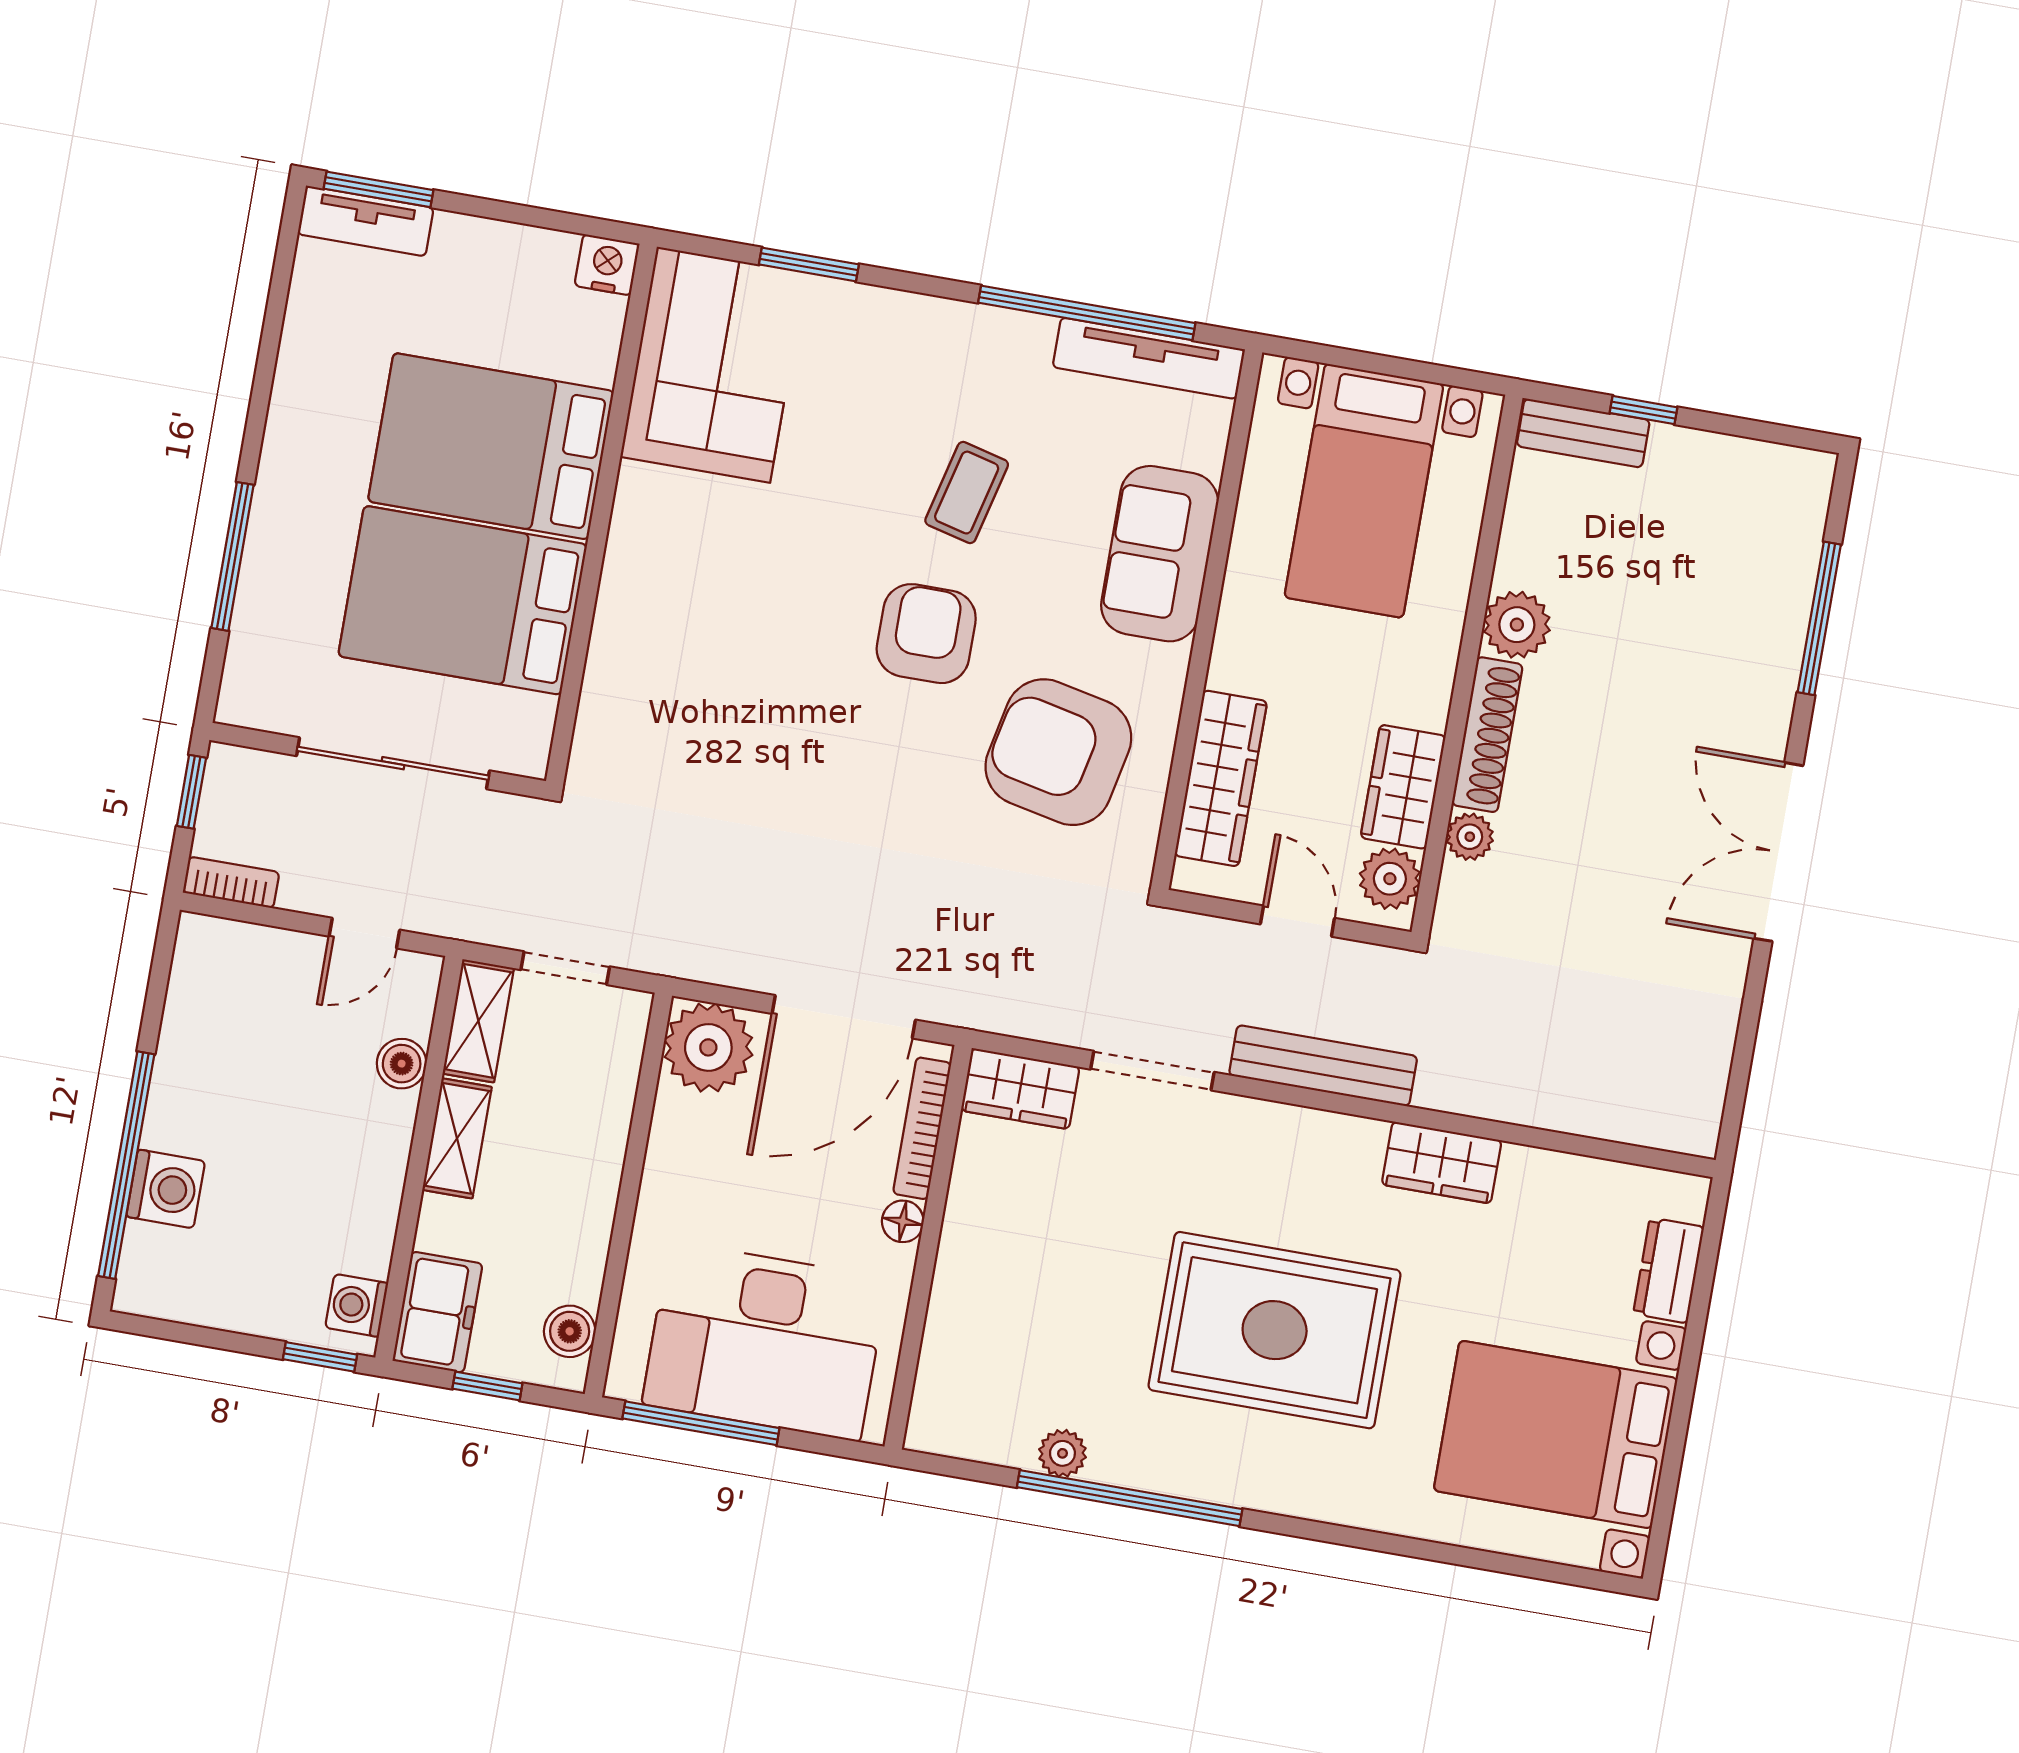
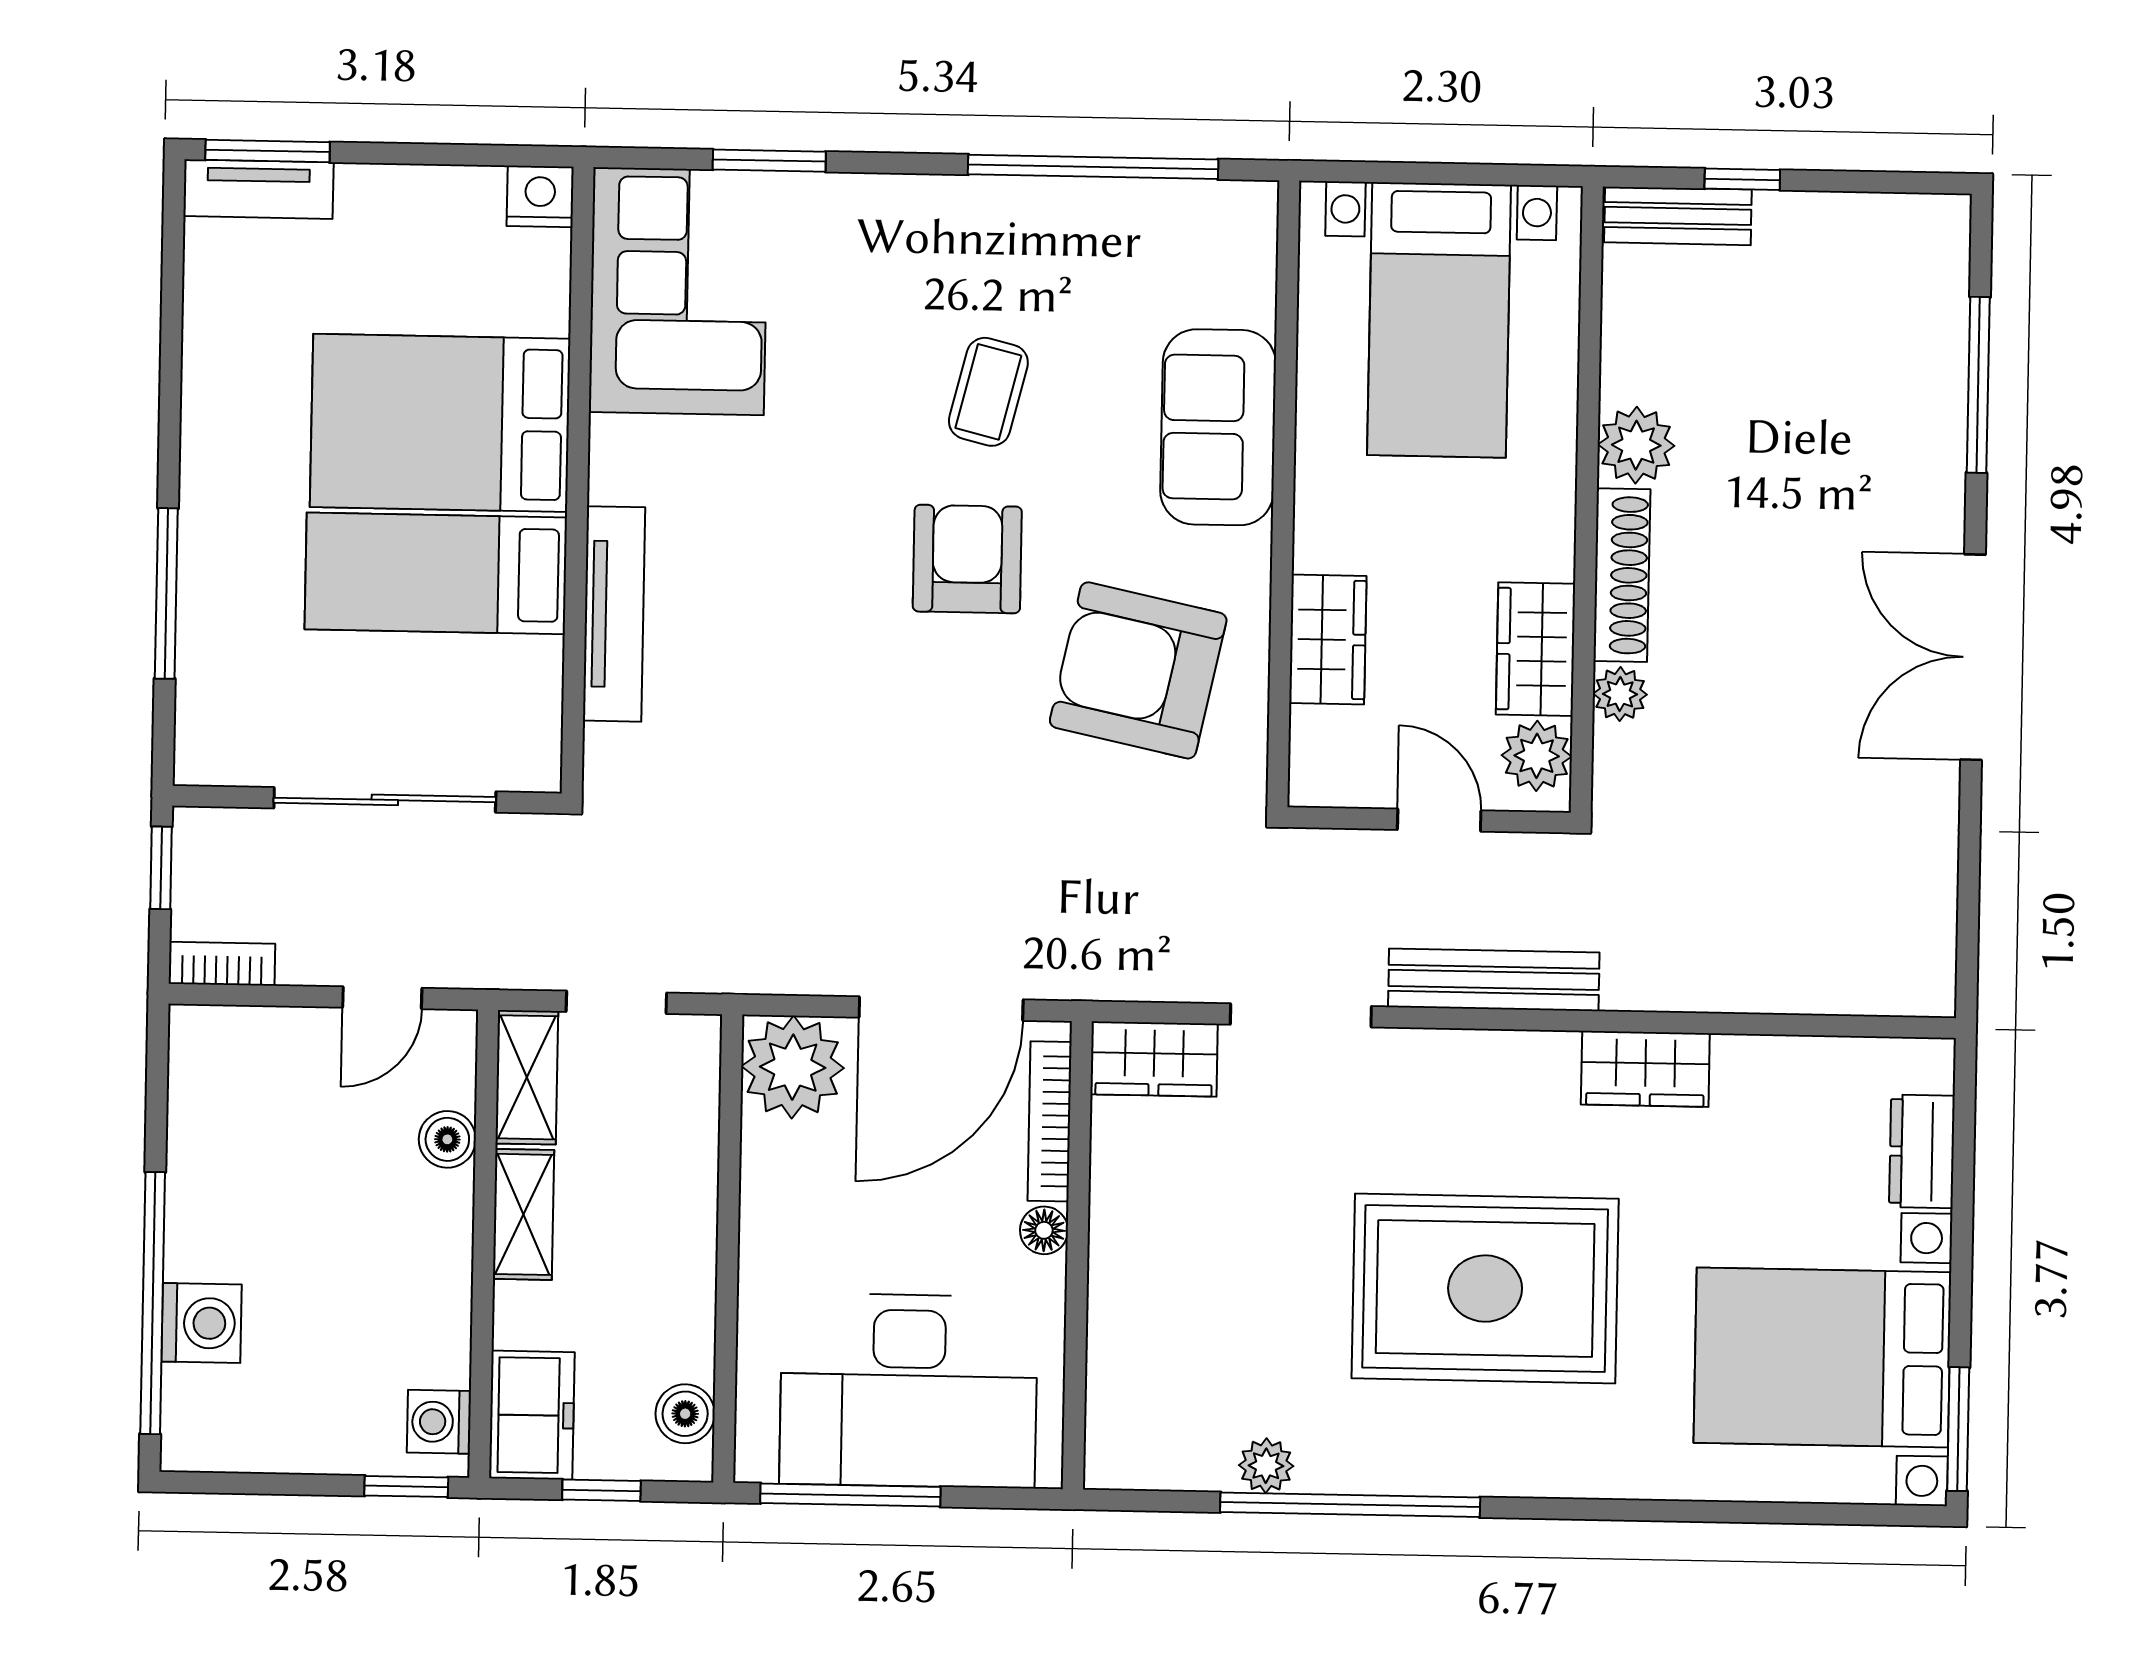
tv unit: (1149, 358) -> (614, 614), moved, turned -90
bed: (463, 600) -> (436, 573), width x0.67
wardrobe: (1221, 778) -> (1328, 639), width x0.67
window: (1663, 1514) -> (1958, 1429), added

